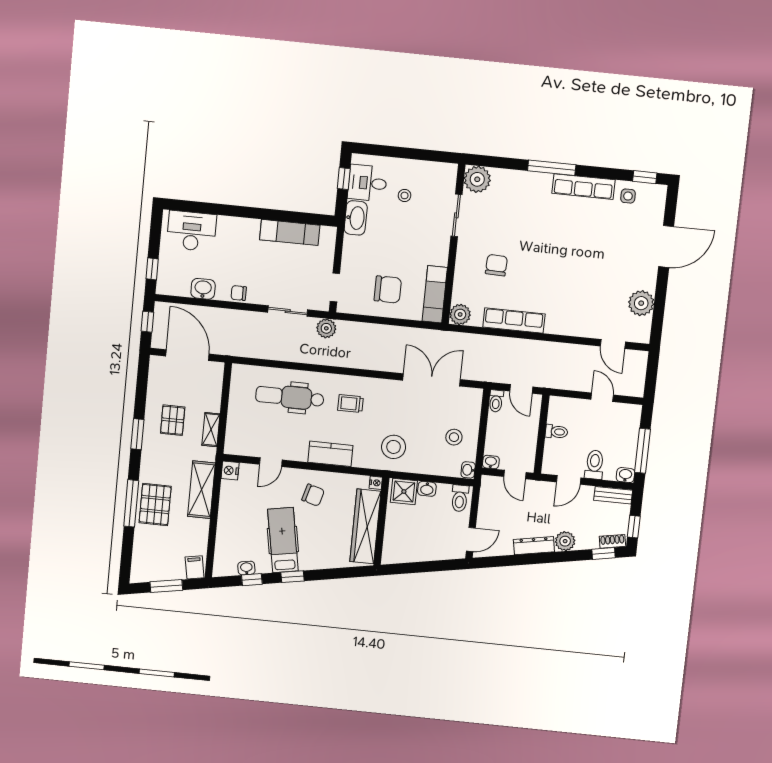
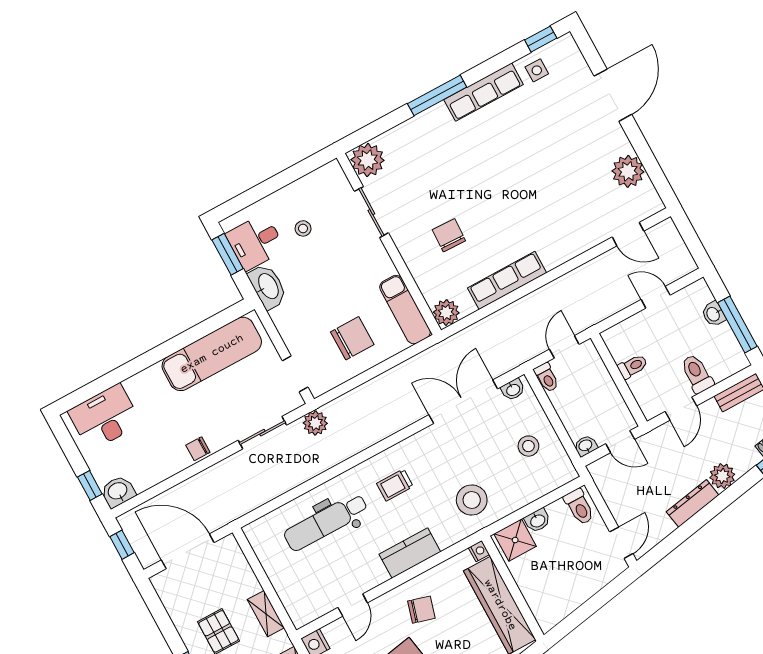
window: (344, 179) -> (228, 254), width x1.50
exam couch: (290, 232) -> (212, 354), width x1.36, depth x1.45
washbasin: (203, 289) -> (118, 491), moved
door: (521, 389) -> (564, 347), swing flipped
washbasin: (468, 470) -> (513, 390), moved, turned -90
washbasin: (625, 475) -> (714, 314), moved, turned -90

